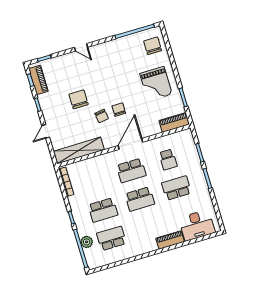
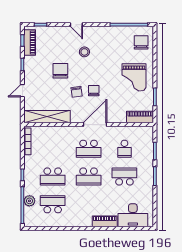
stool: (97, 73) -> (84, 52), added

